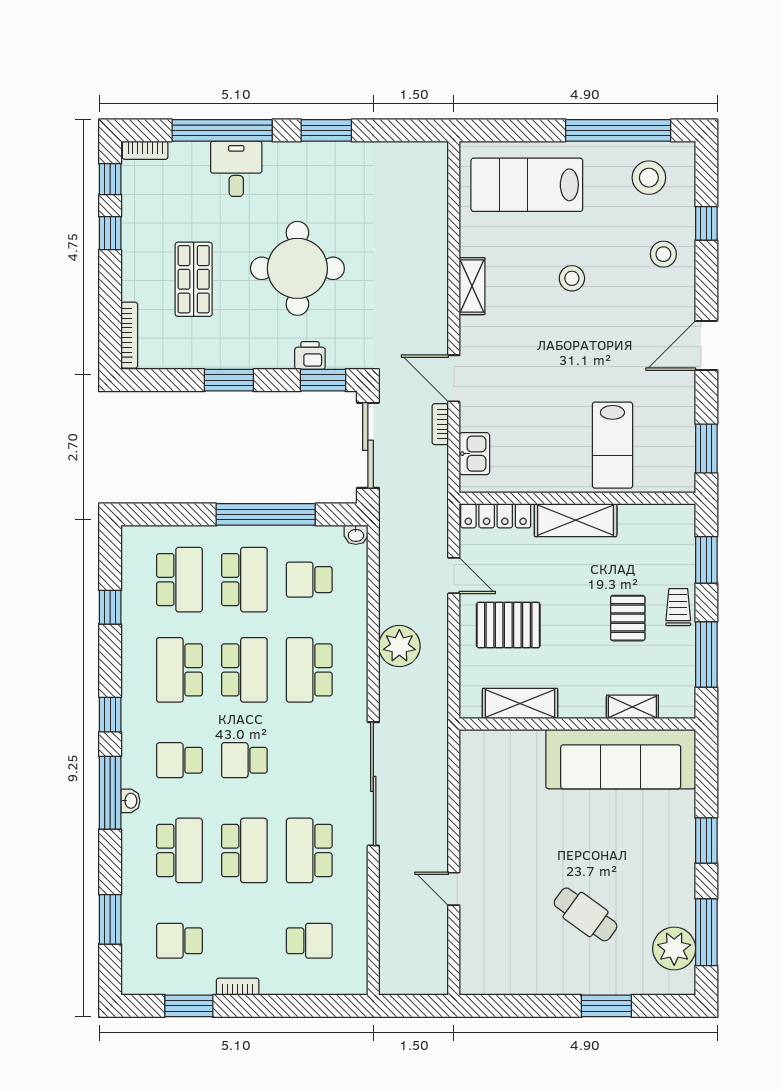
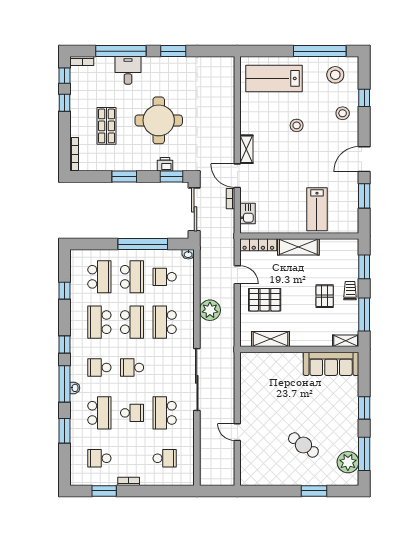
shelving: (472, 286) -> (246, 149), moved
window: (706, 449) -> (364, 196), moved
shelving: (632, 707) -> (346, 341), moved
sofa: (621, 759) -> (331, 364), width x0.74, depth x0.79
school desk: (244, 850) -> (132, 413), width x0.54
window: (110, 919) -> (65, 431), moved

